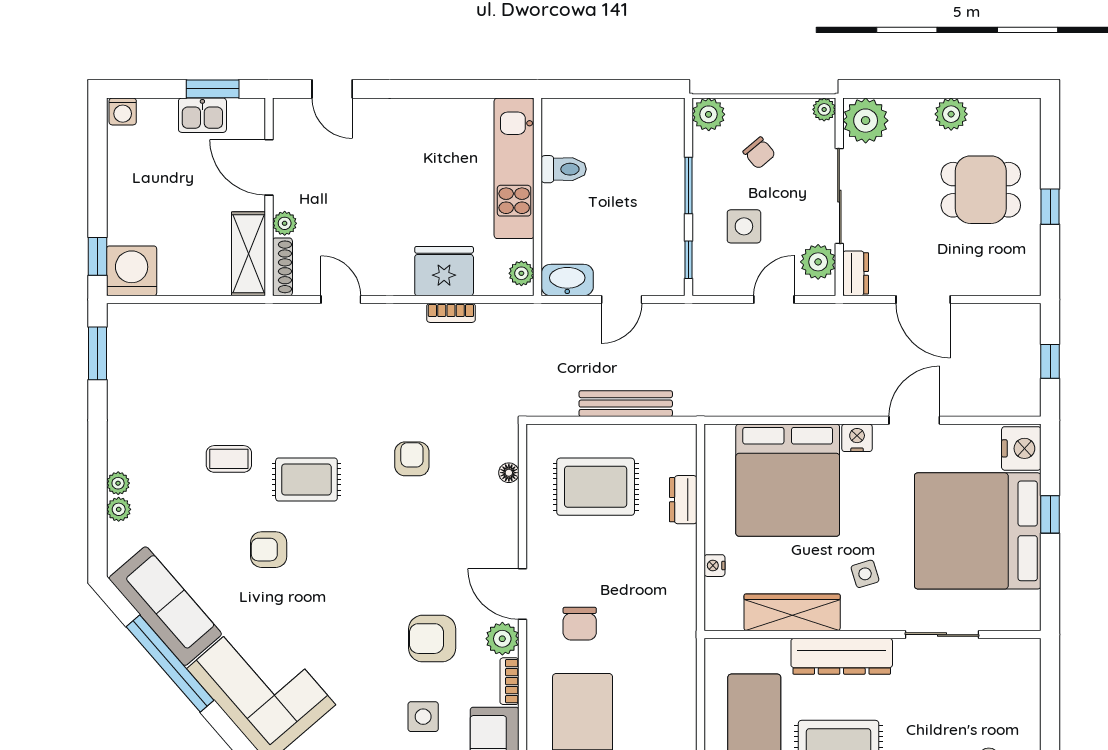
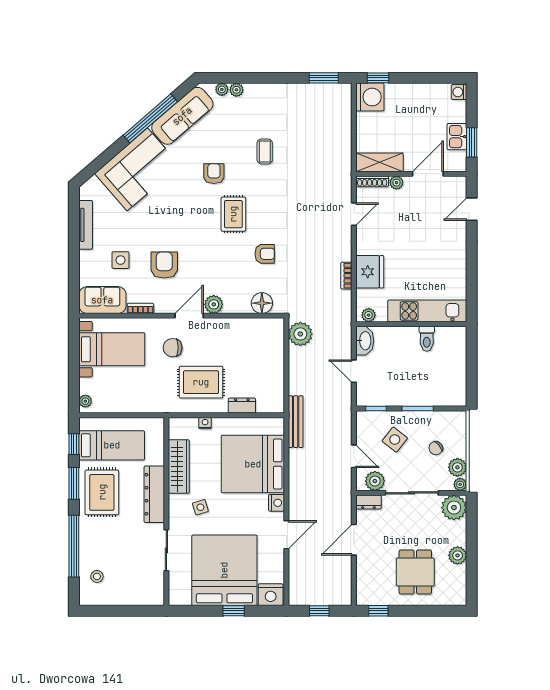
plant: (709, 114) -> (457, 467), moved
window: (1050, 207) -> (378, 611), moved
side table: (744, 226) -> (395, 440), turned 38
plant: (555, 395) -> (300, 334), added
bench: (626, 404) -> (296, 422), moved
door: (914, 420) -> (286, 535), hinge flipped
floor lamp: (509, 473) -> (262, 303), width x1.89, depth x1.89
rug: (306, 479) -> (233, 214), moved
plant: (118, 483) -> (222, 89), moved
rug: (596, 487) -> (201, 382), moved, turned 90
plant: (502, 639) -> (214, 304), moved

